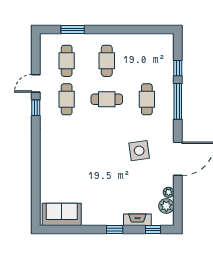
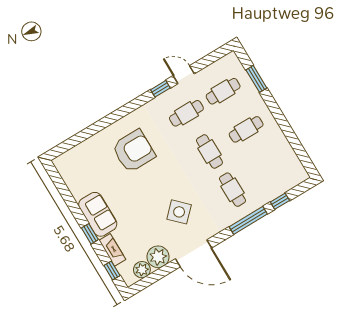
cafe table: (147, 99) -> (232, 190), turned 90
side table: (139, 151) -> (179, 212), turned -37
armchair: (71, 157) -> (134, 151), added
plant: (169, 192) -> (158, 257), width x1.88, depth x1.88
sofa: (62, 214) -> (98, 214), moved

